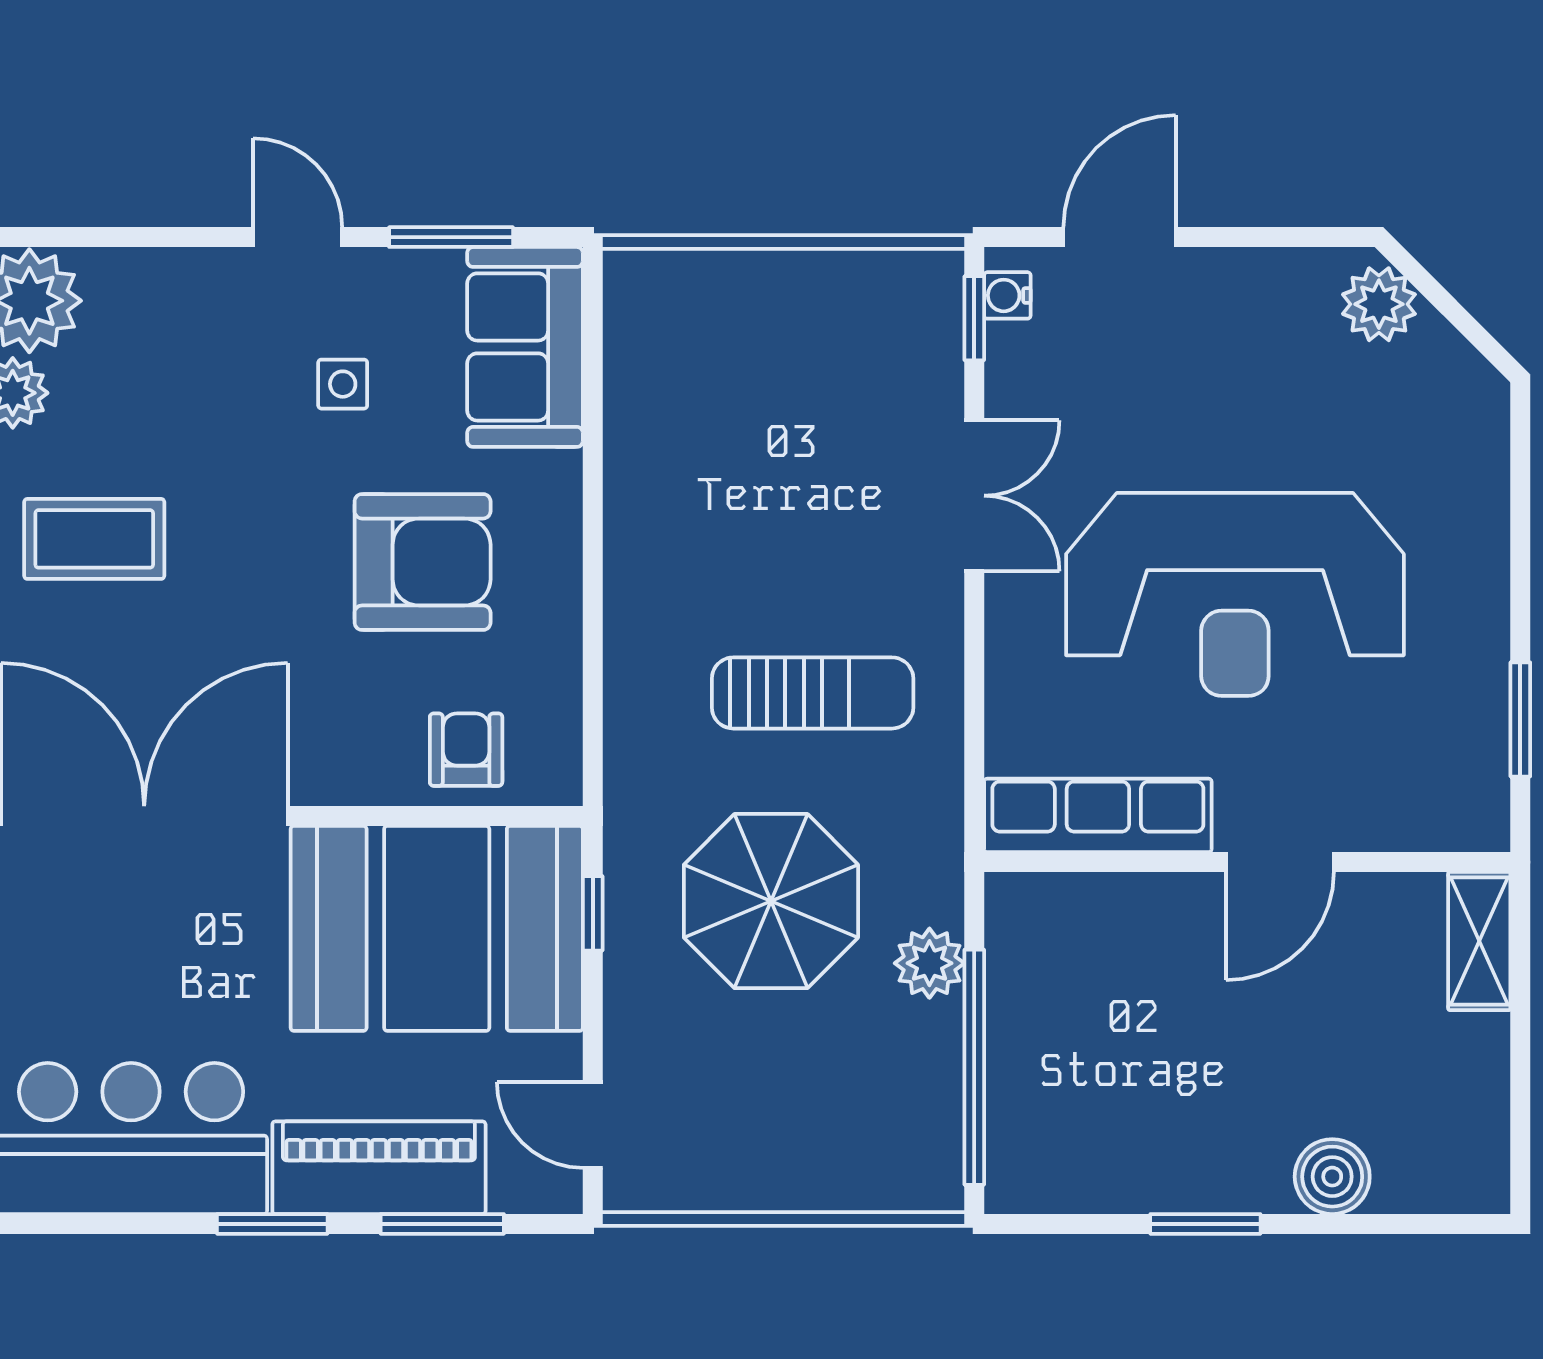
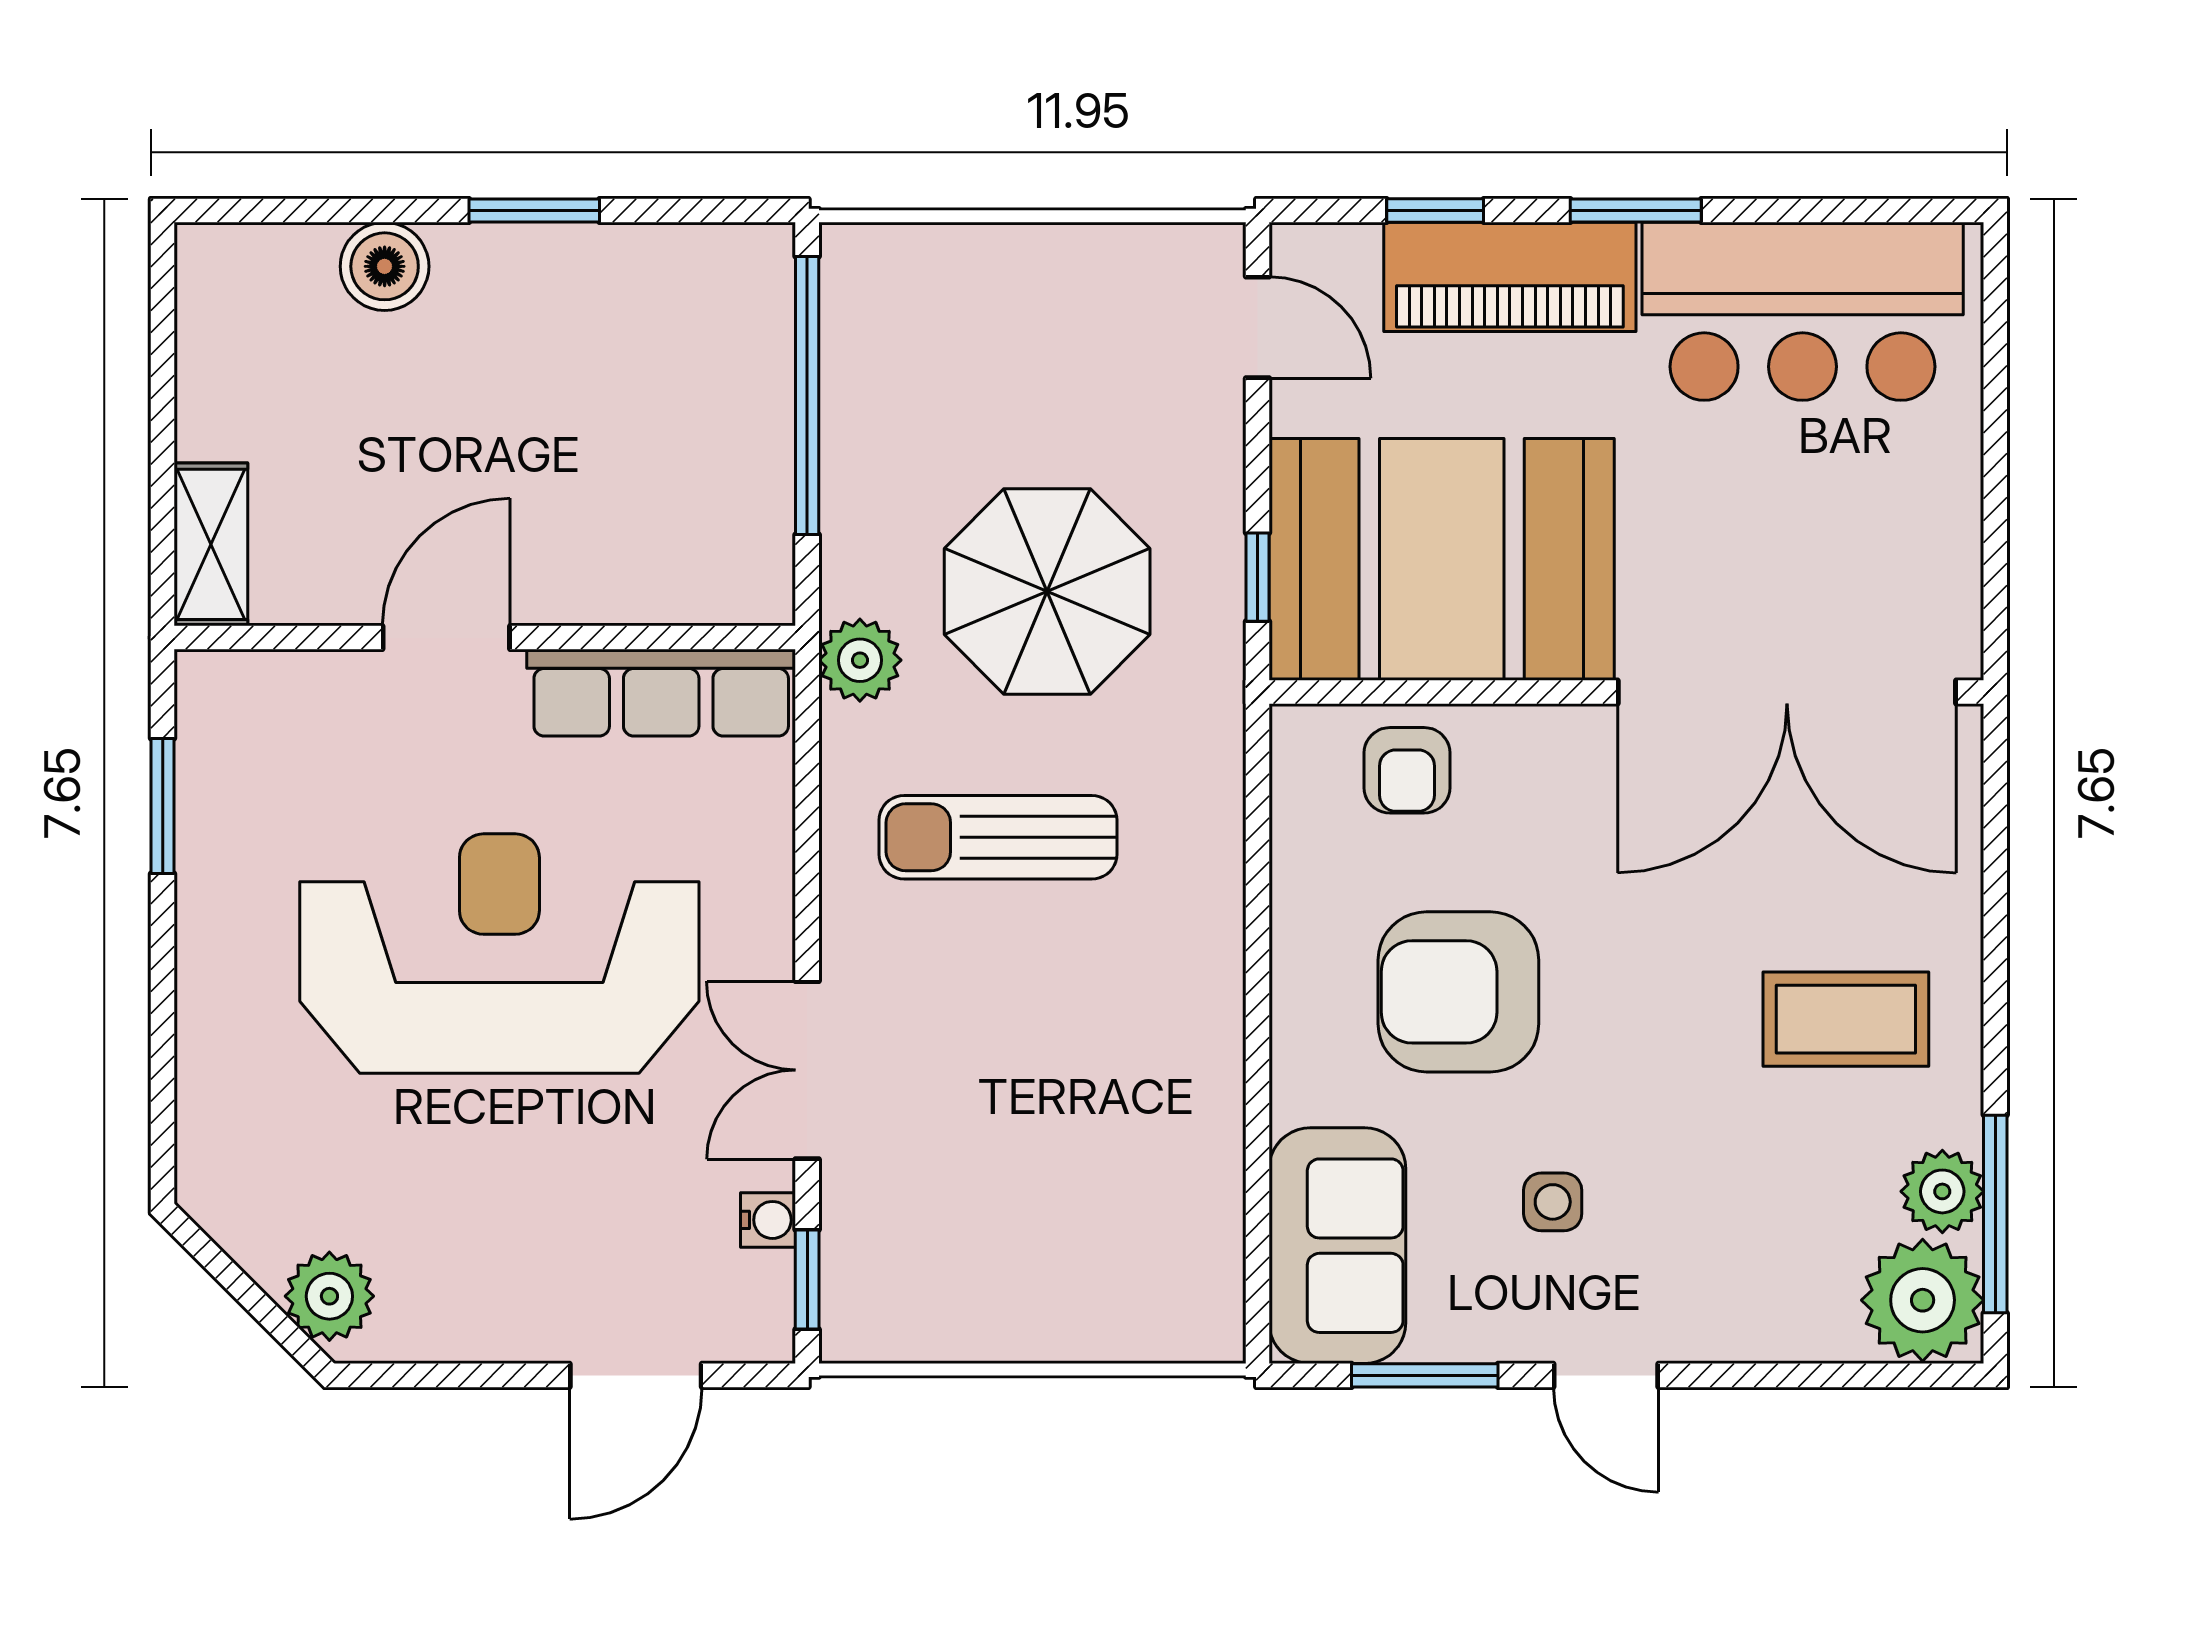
water cooler: (1007, 295) -> (768, 1220), moved
plant: (929, 963) -> (860, 660), moved
window: (442, 1224) -> (1435, 210), width x0.67

